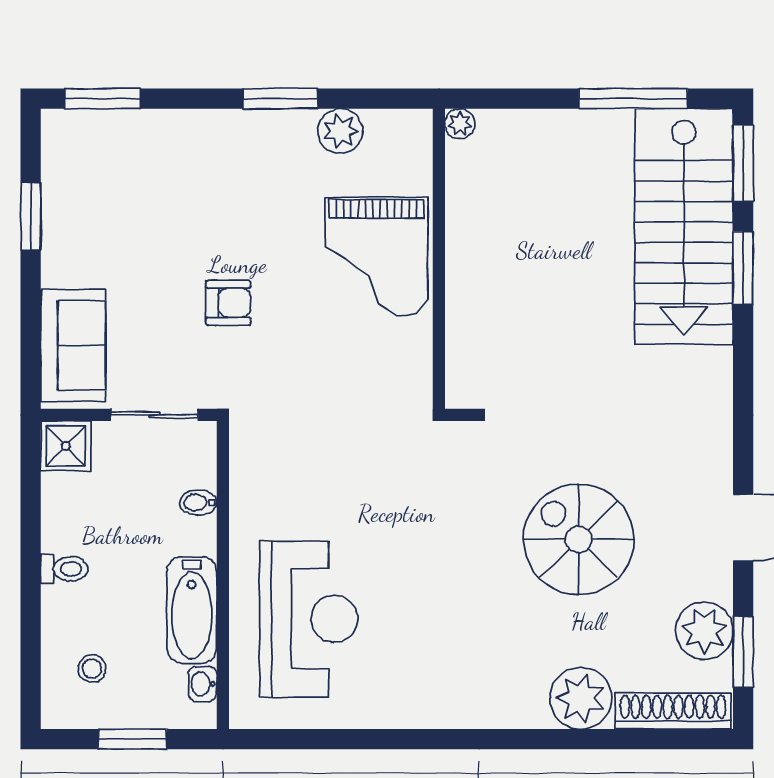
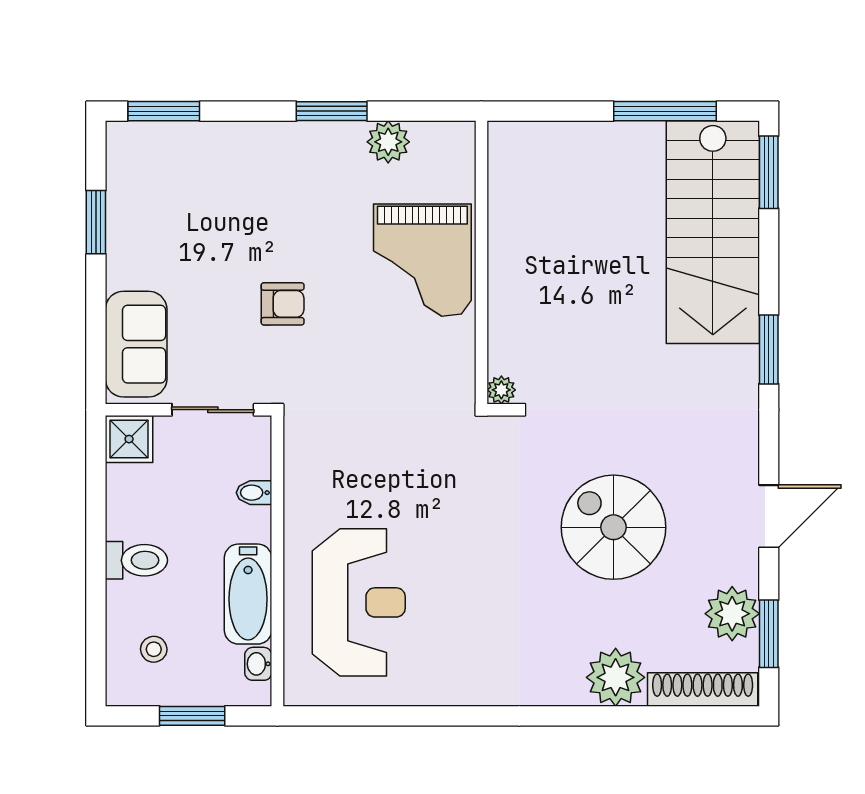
plant: (460, 124) -> (501, 390), moved
window: (743, 268) -> (769, 349), moved
toilet: (64, 569) -> (136, 560), width x1.37, depth x1.39

